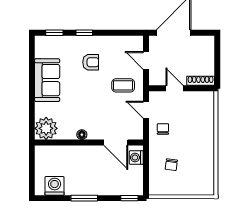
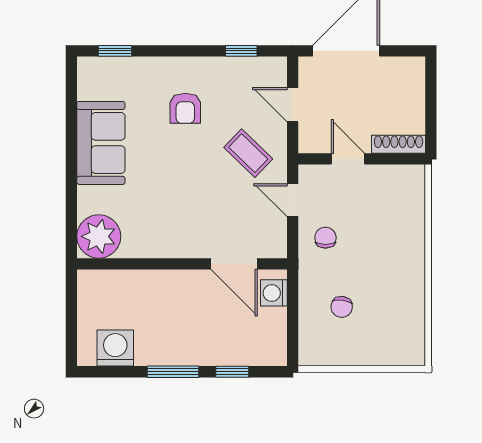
window: (84, 33) -> (241, 51), moved
armchair: (91, 62) -> (185, 108), turned 90
coffee table: (123, 85) -> (248, 153), turned 44
floor lamp: (82, 135) -> (168, 249), removed
window: (129, 198) -> (232, 372), moved

